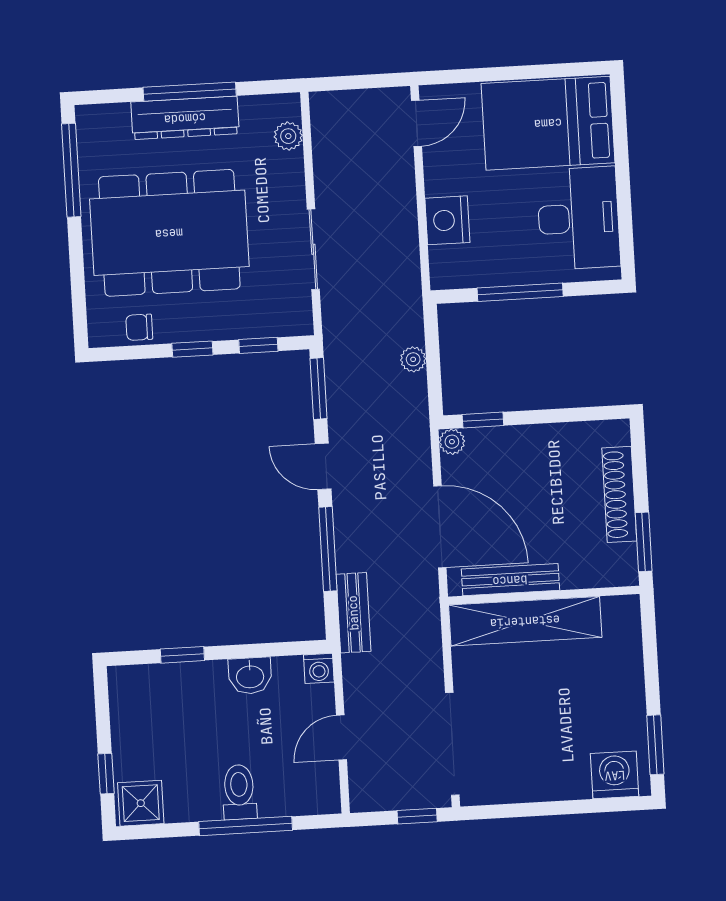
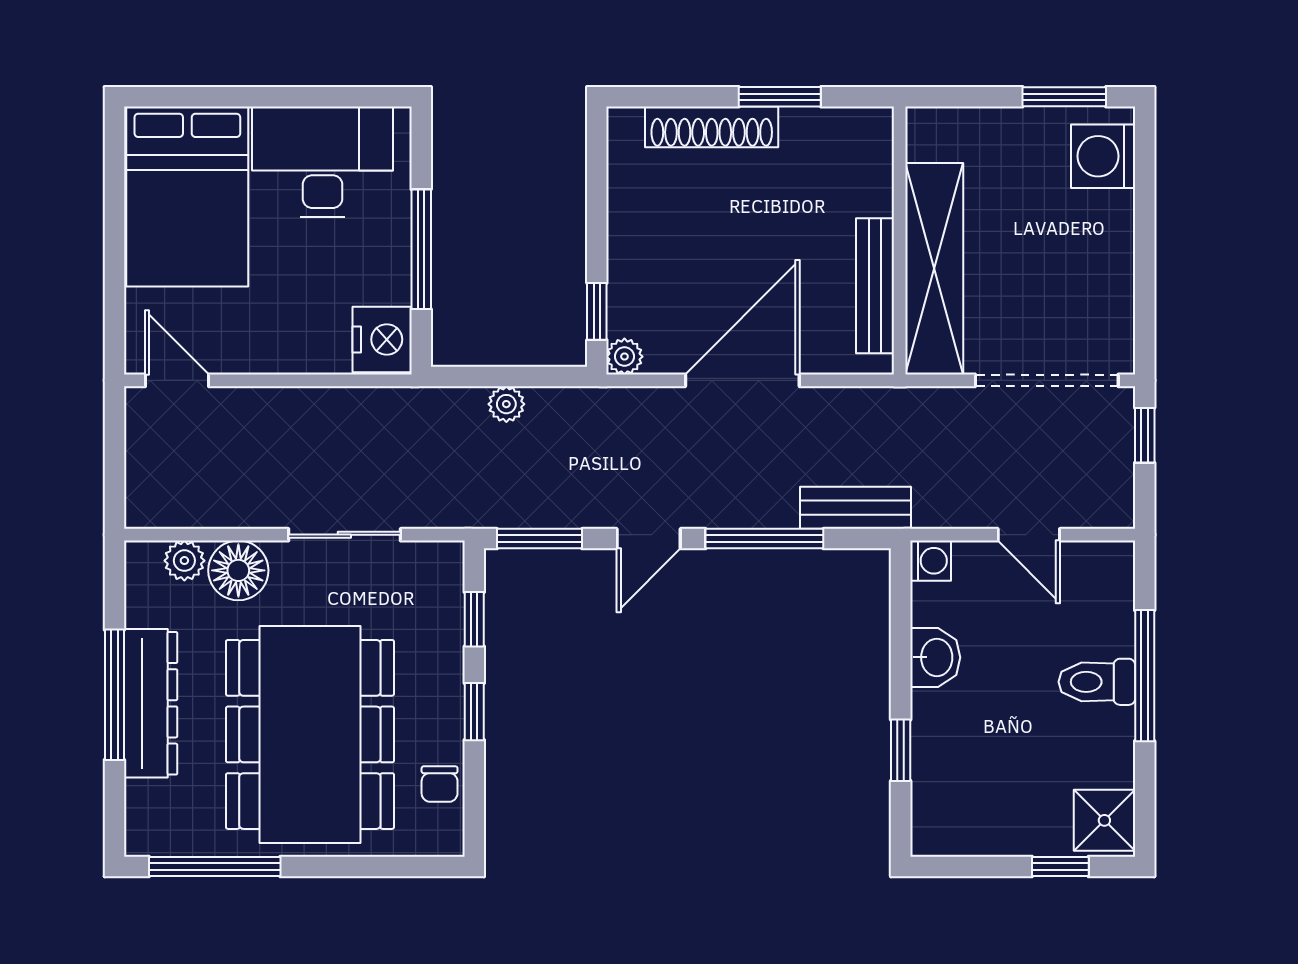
floor lamp: (283, 175) -> (238, 570), added
nightstand: (447, 220) -> (382, 339), moved, turned -90
bench: (510, 580) -> (875, 286), moved
wall: (544, 595) -> (900, 240), moved
shelving: (525, 621) -> (934, 269), moved

